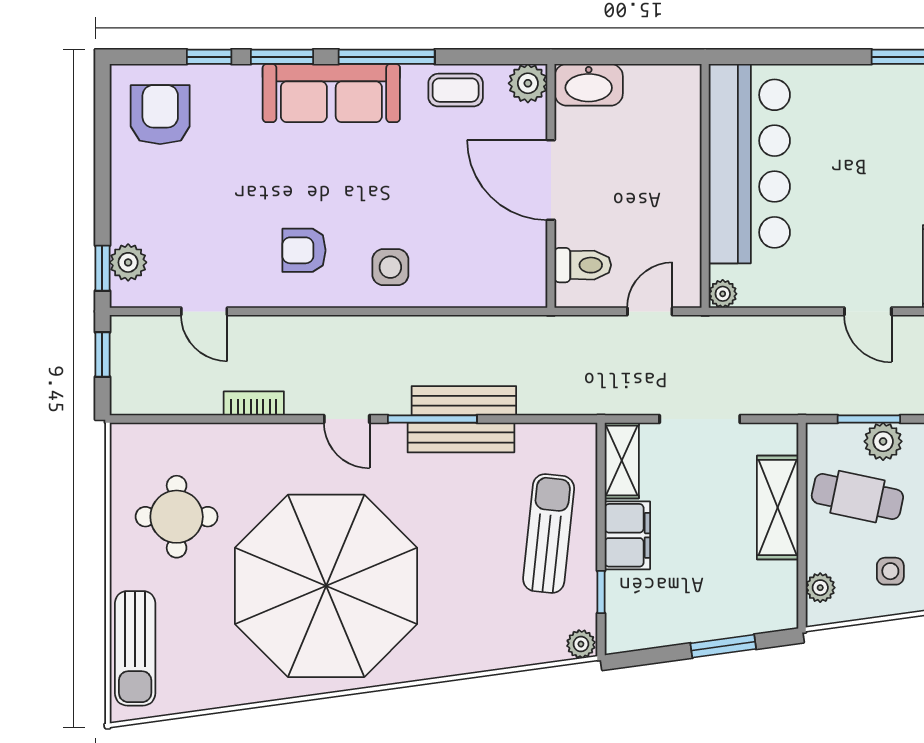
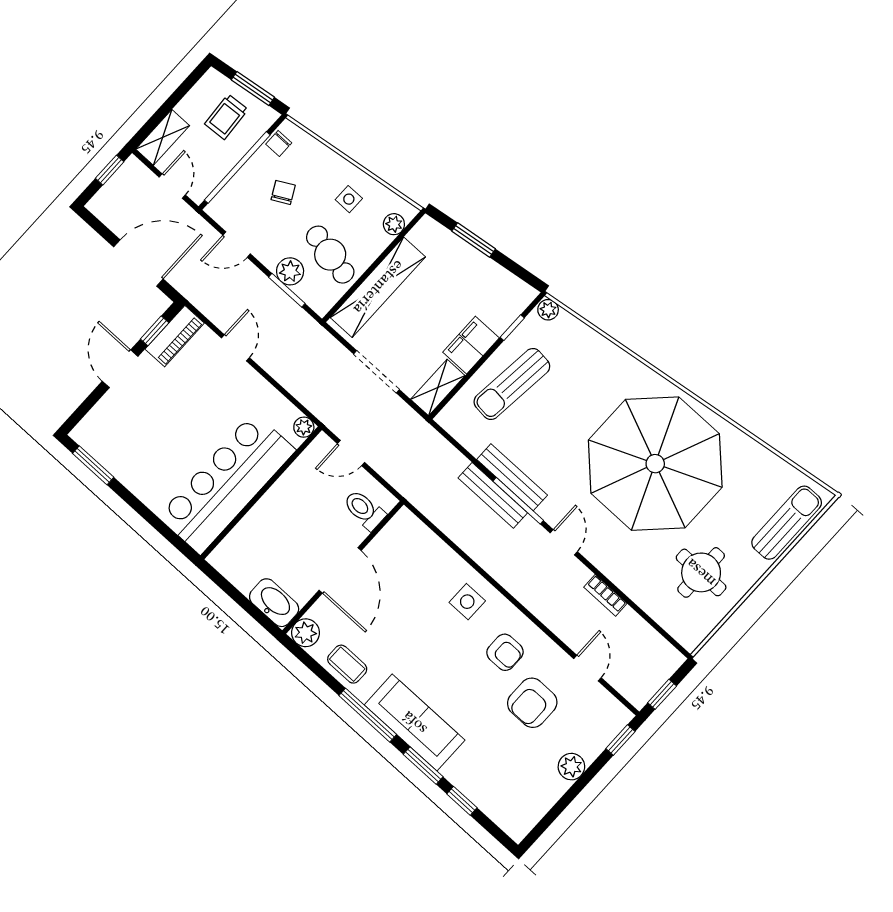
armchair: (160, 115) -> (532, 703), moved
plant: (128, 262) -> (571, 767), moved
shelving: (778, 508) -> (378, 287), width x1.47

